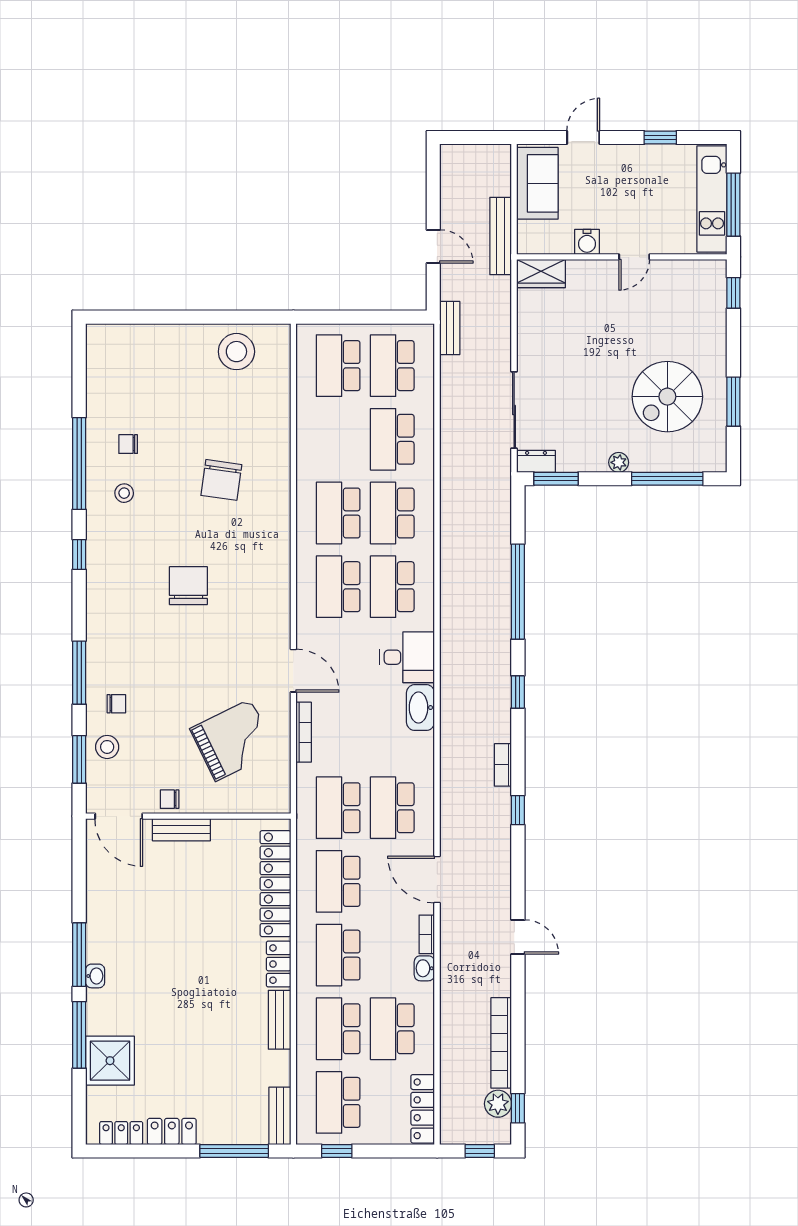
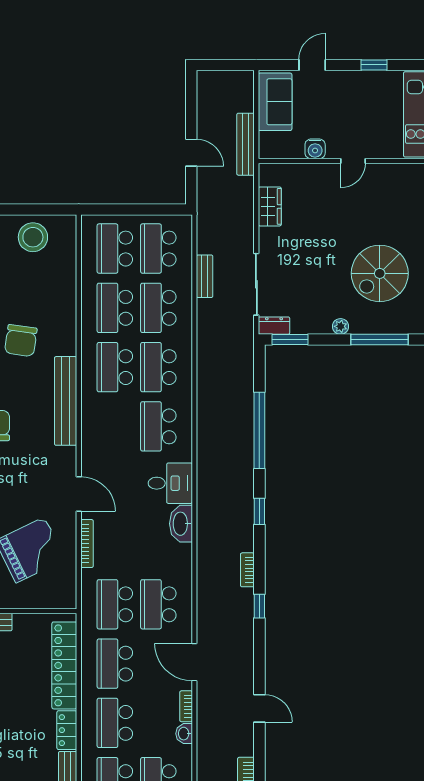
wardrobe: (541, 274) -> (270, 206), moved, turned -90
bench: (450, 328) -> (205, 276), moved
bench: (277, 555) -> (66, 401), added
school desk: (338, 587) -> (115, 308), moved

